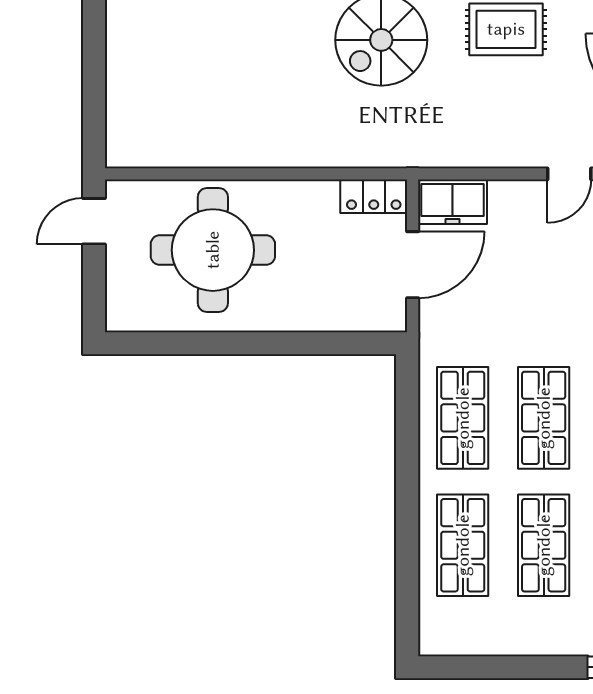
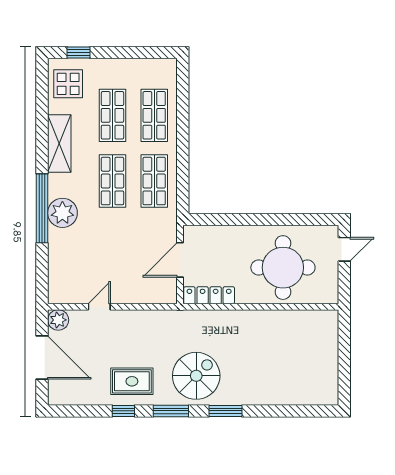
locker: (374, 196) -> (209, 295), width x1.53
freezer: (453, 202) -> (159, 292), removed
door: (94, 221) -> (344, 249), moved

